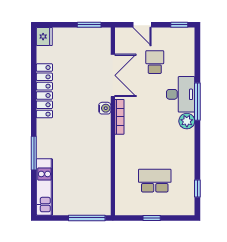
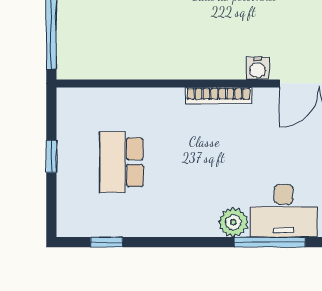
bookcase: (119, 117) -> (218, 96), moved
school desk: (155, 181) -> (121, 162), turned 180

